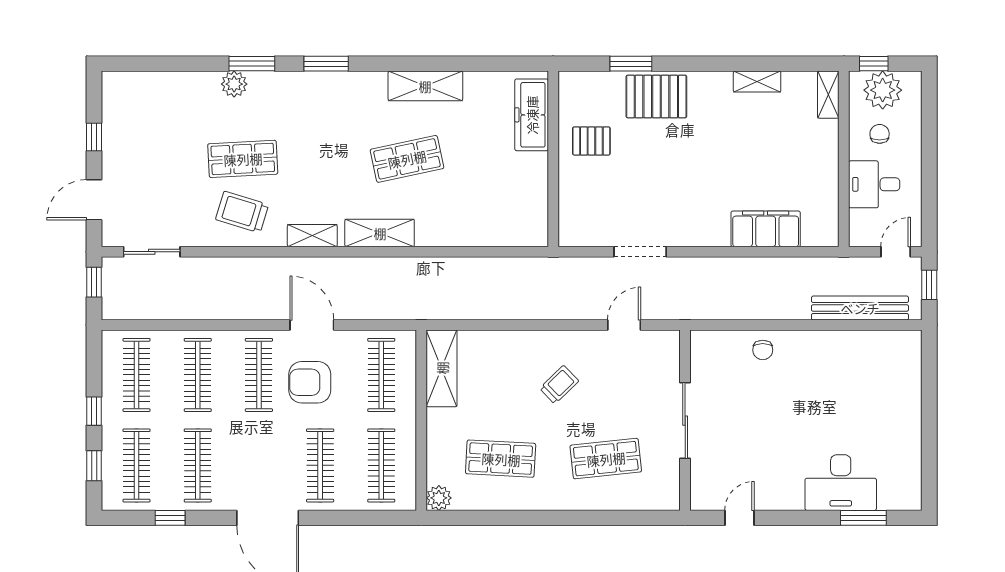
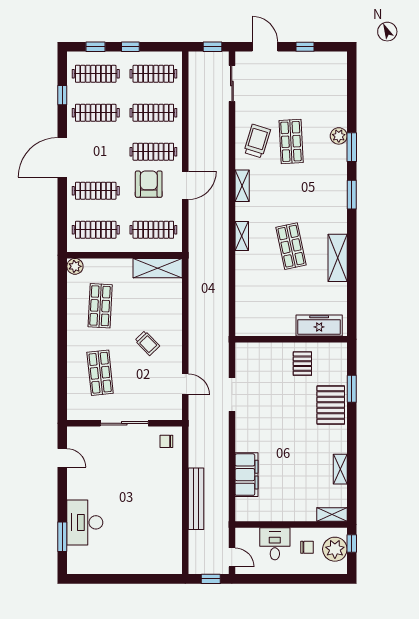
shelving: (380, 233) -> (242, 236), width x0.67, depth x0.75
bench: (860, 308) -> (196, 499), moved
chair: (763, 350) -> (166, 441), moved

